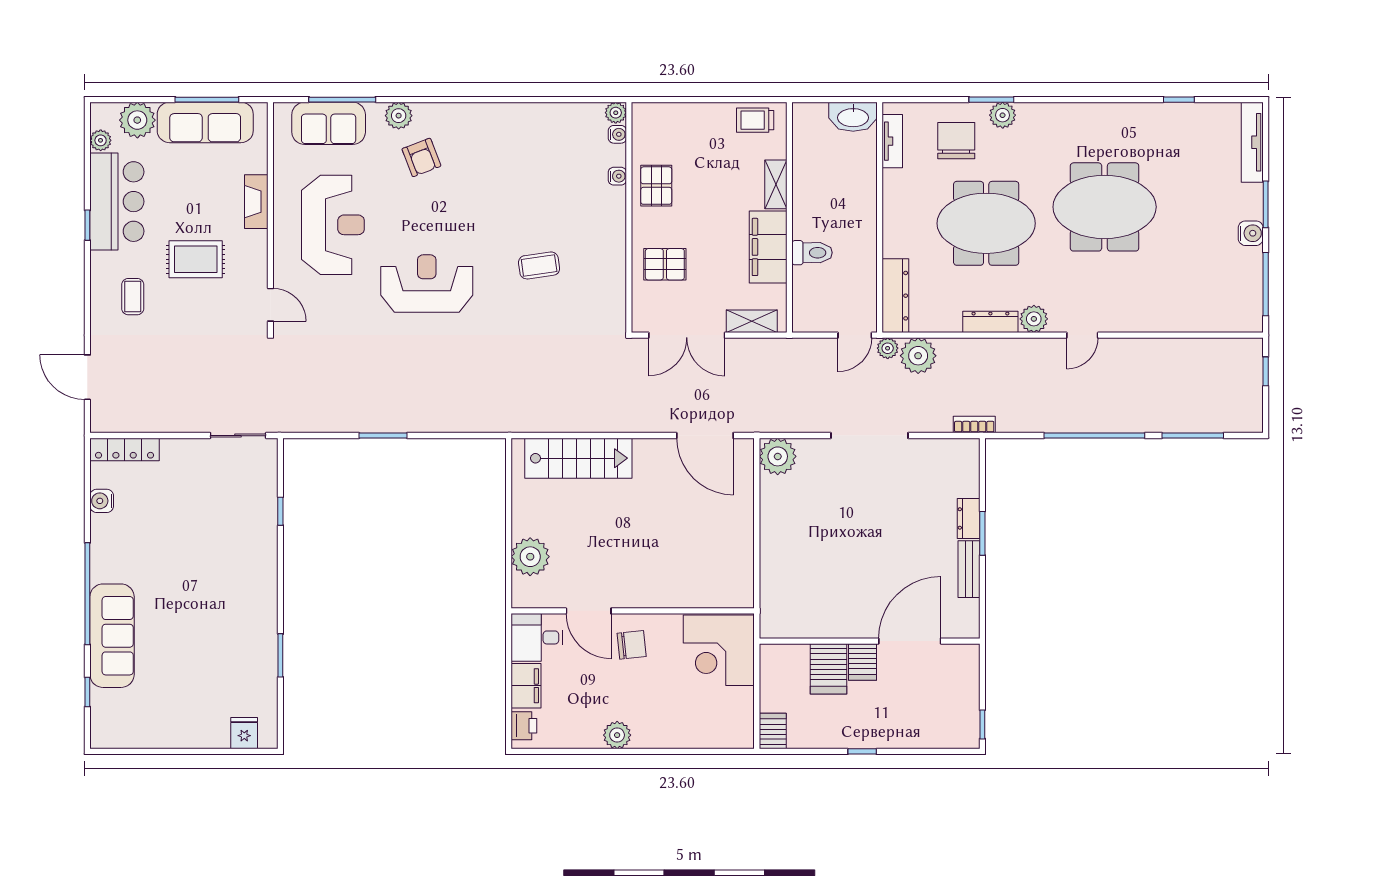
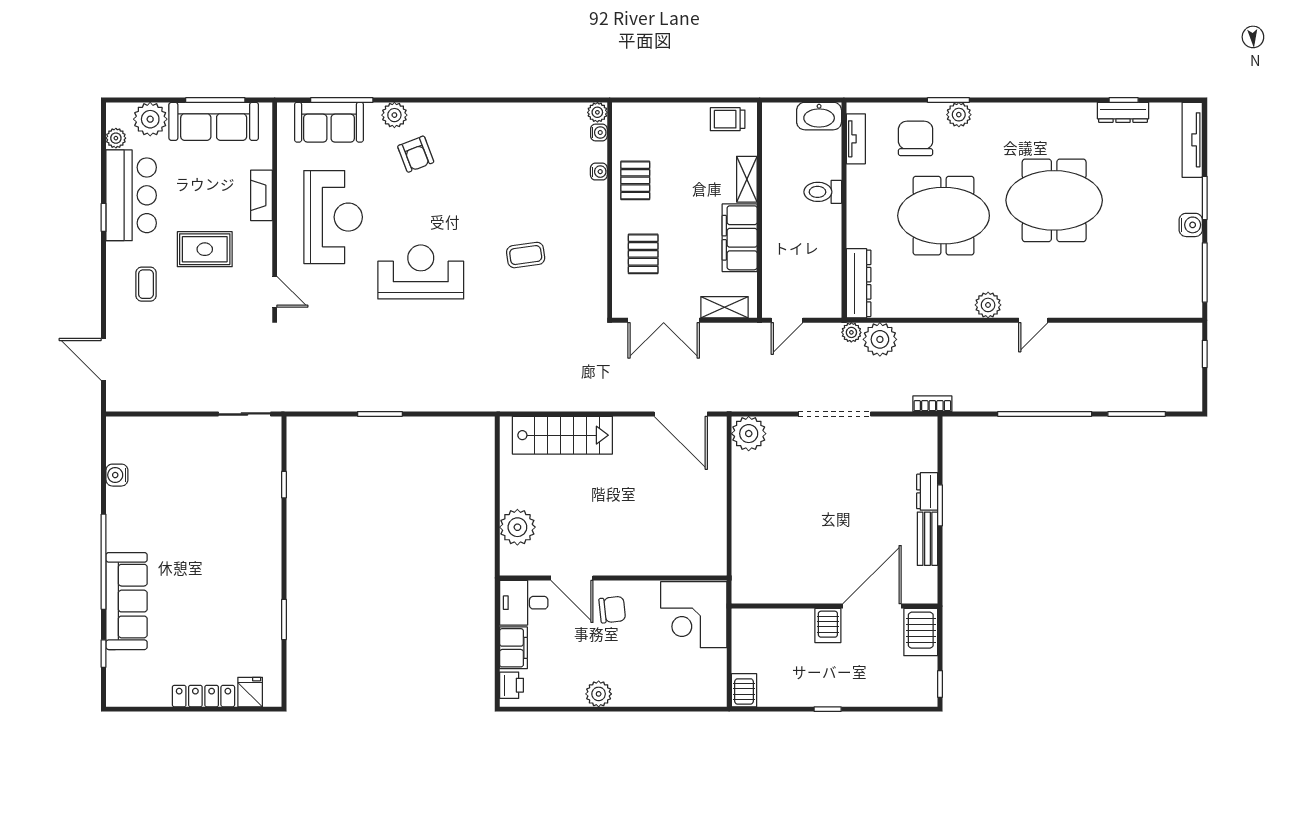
toilet: (812, 253) -> (823, 192), moved, turned 180
pallet: (665, 264) -> (643, 254), turned 90
dresser: (990, 322) -> (1123, 112), moved, turned 180
door: (855, 335) -> (787, 320), moved
locker: (125, 449) -> (203, 696), moved, turned 180
server rack: (829, 669) -> (921, 632), moved

